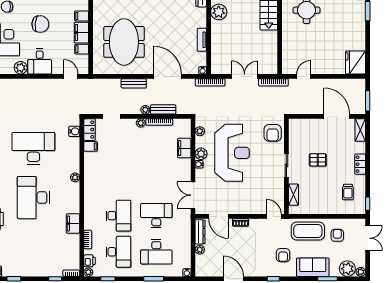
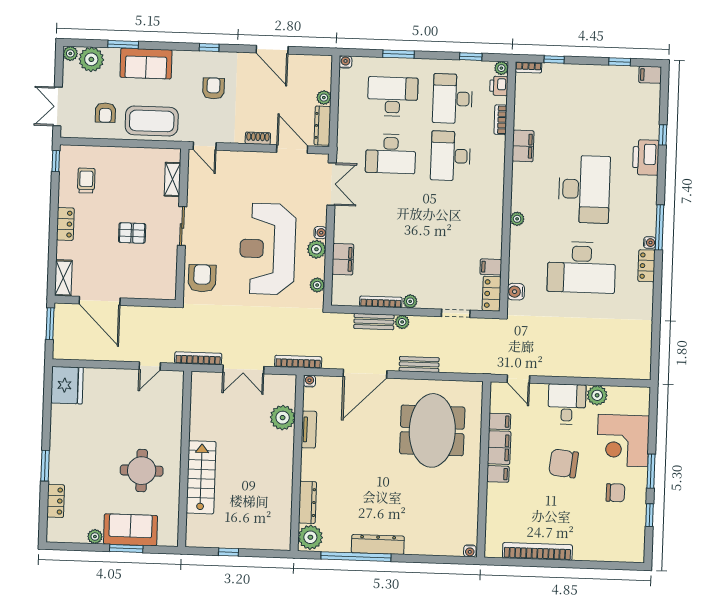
plant: (219, 12) -> (283, 418), moved
door: (168, 76) -> (365, 374), hinge flipped
armchair: (283, 255) -> (213, 88), moved

